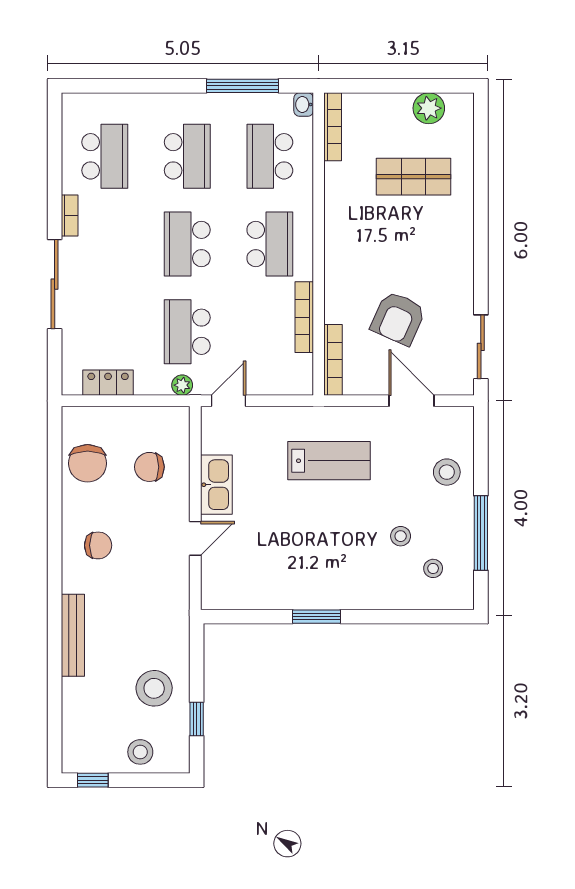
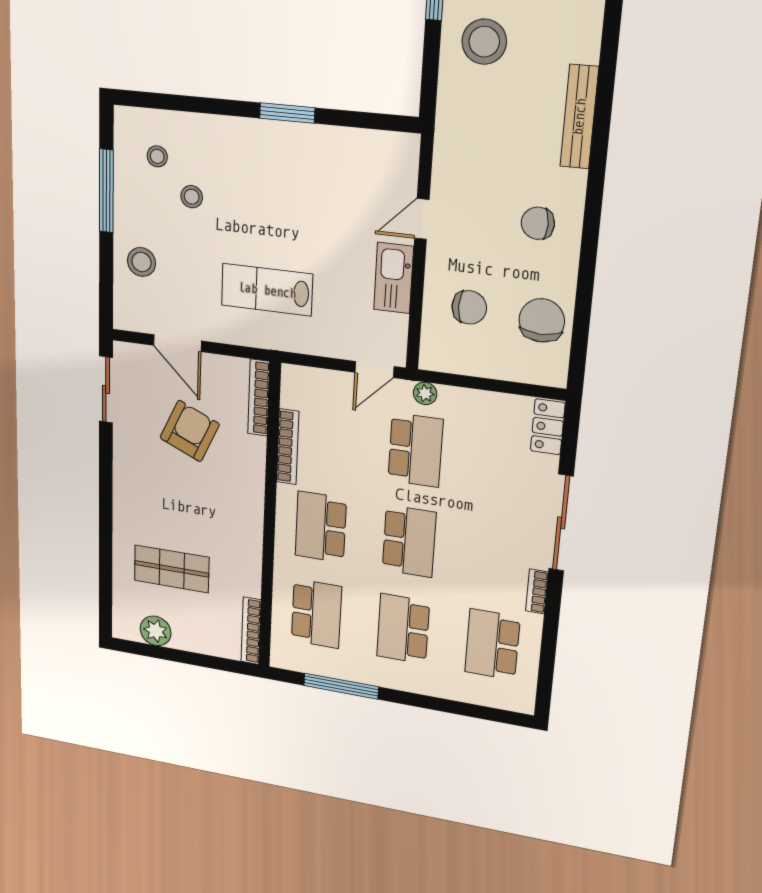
washbasin: (304, 104) -> (280, 657), removed
locker: (108, 383) -> (548, 427), moved, turned 90

